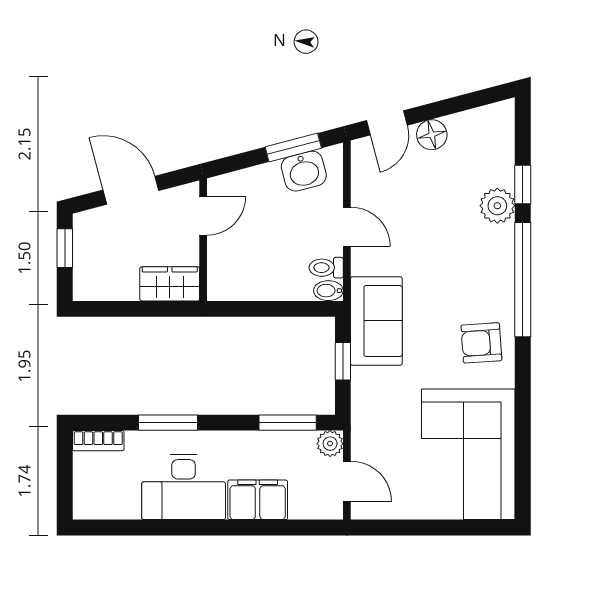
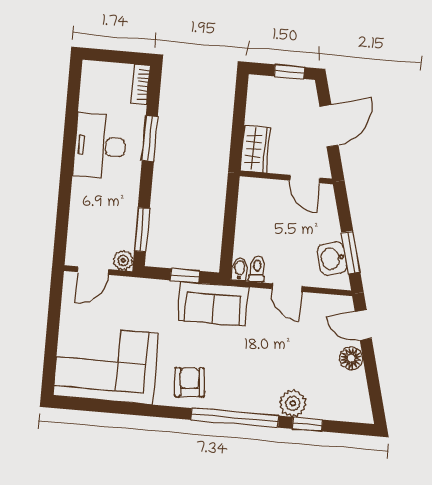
door: (347, 227) -> (287, 288), hinge flipped
filing cabinet: (258, 500) -> (85, 202), removed

